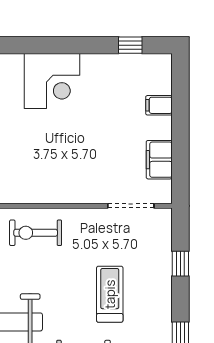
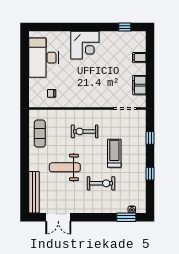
exercise bike: (36, 233) -> (85, 131), moved

